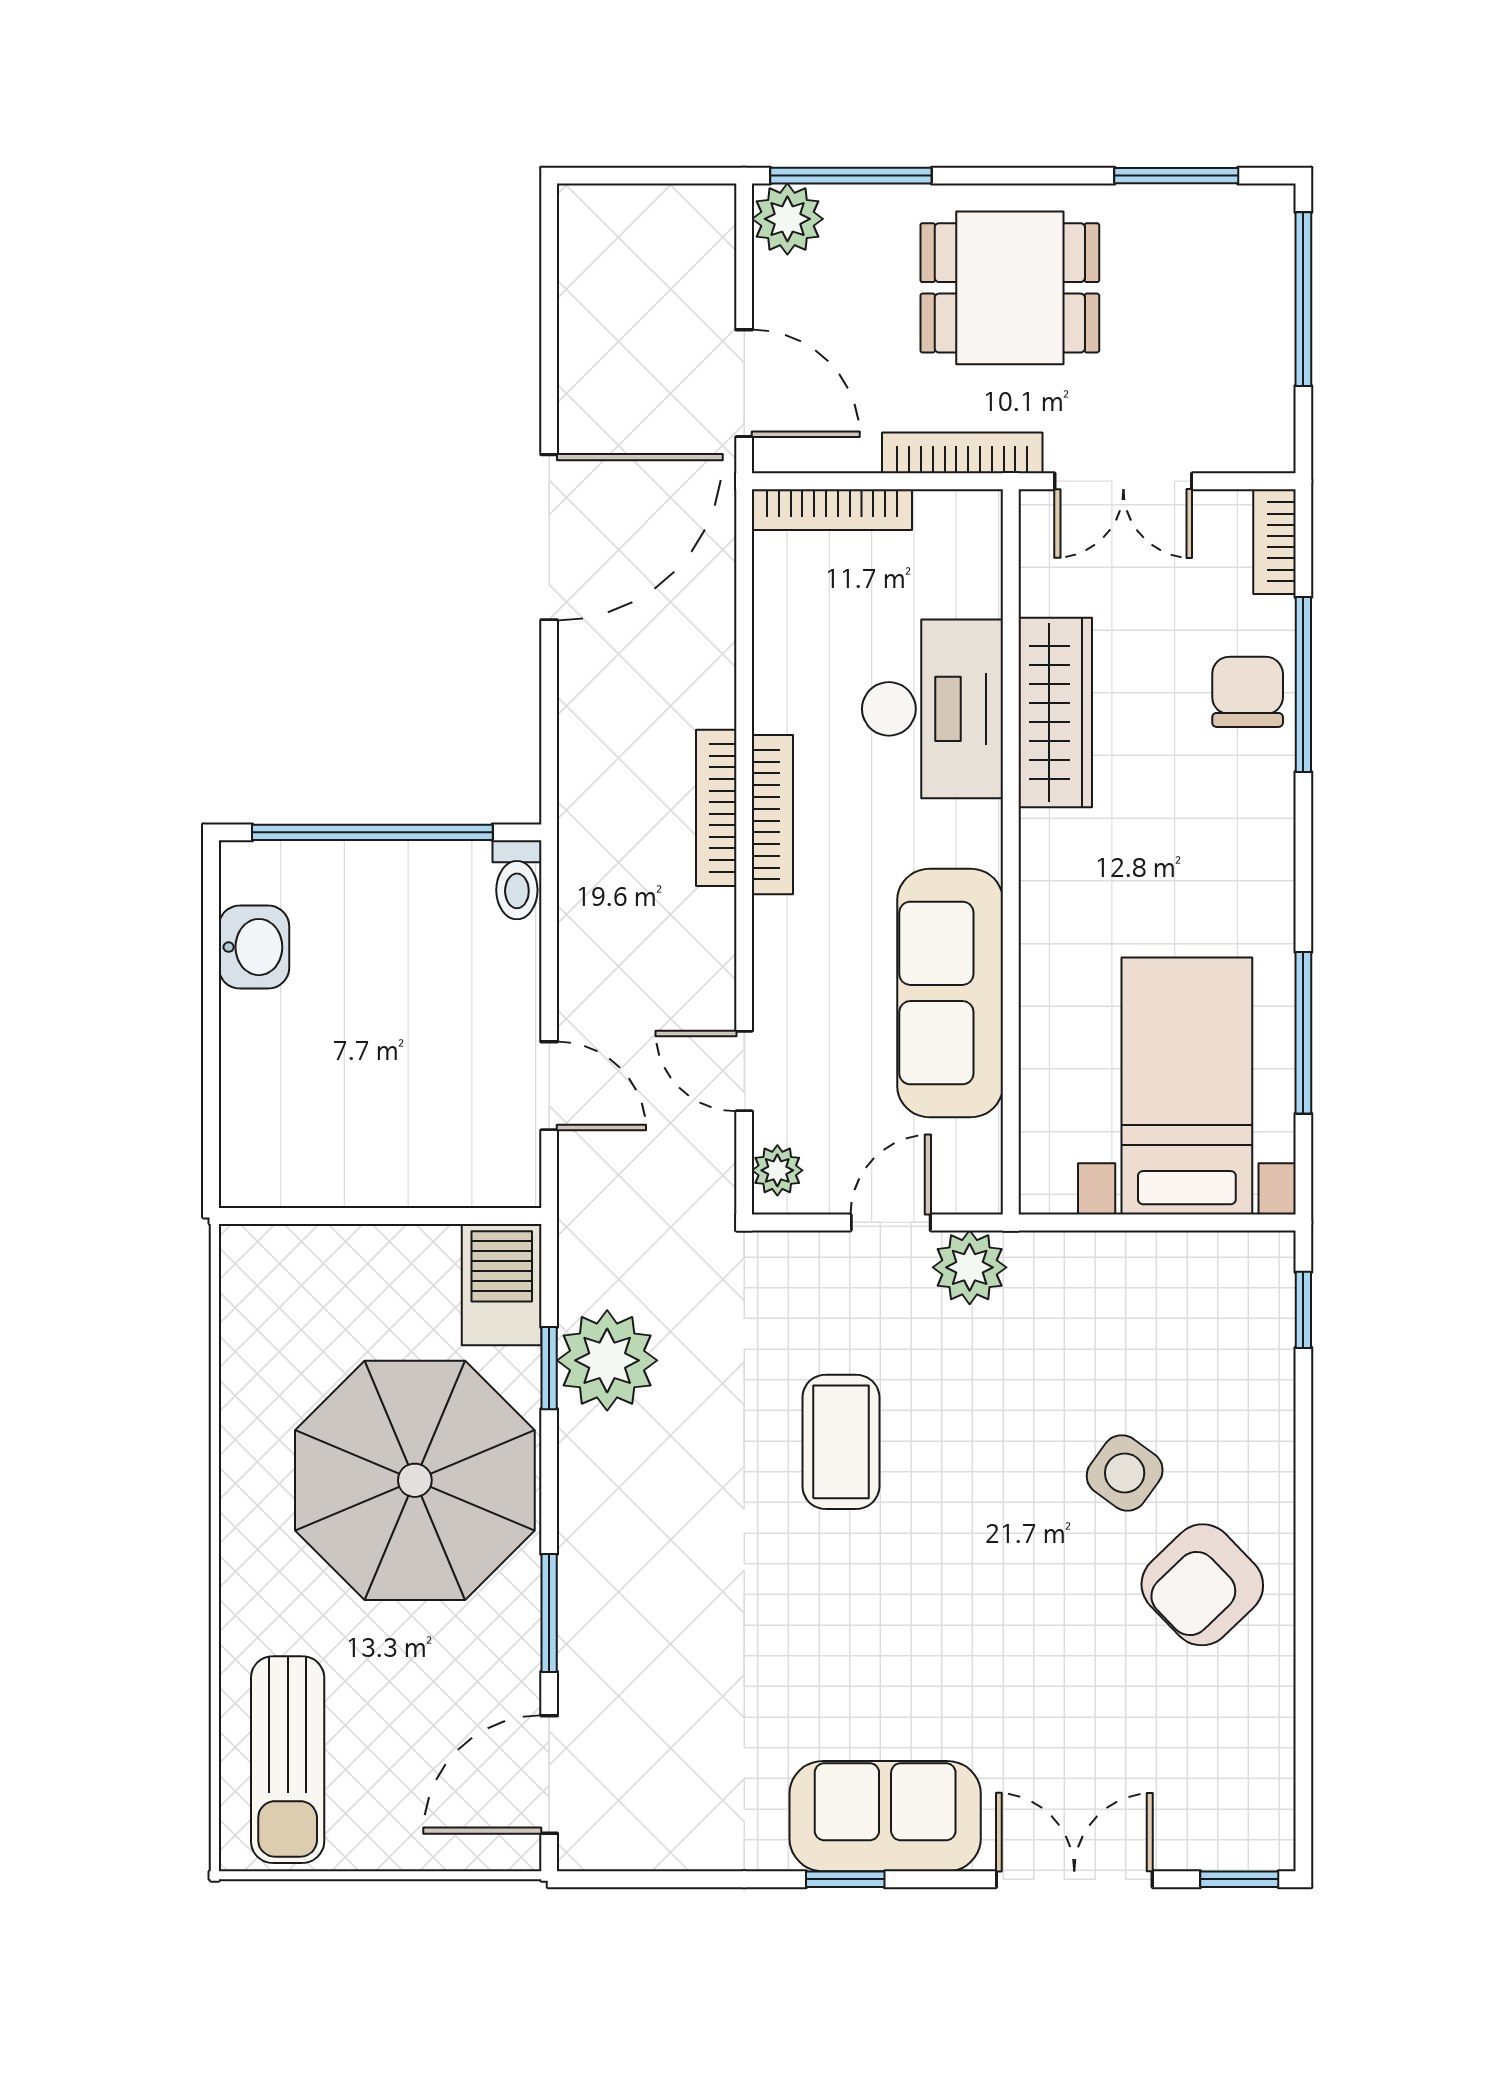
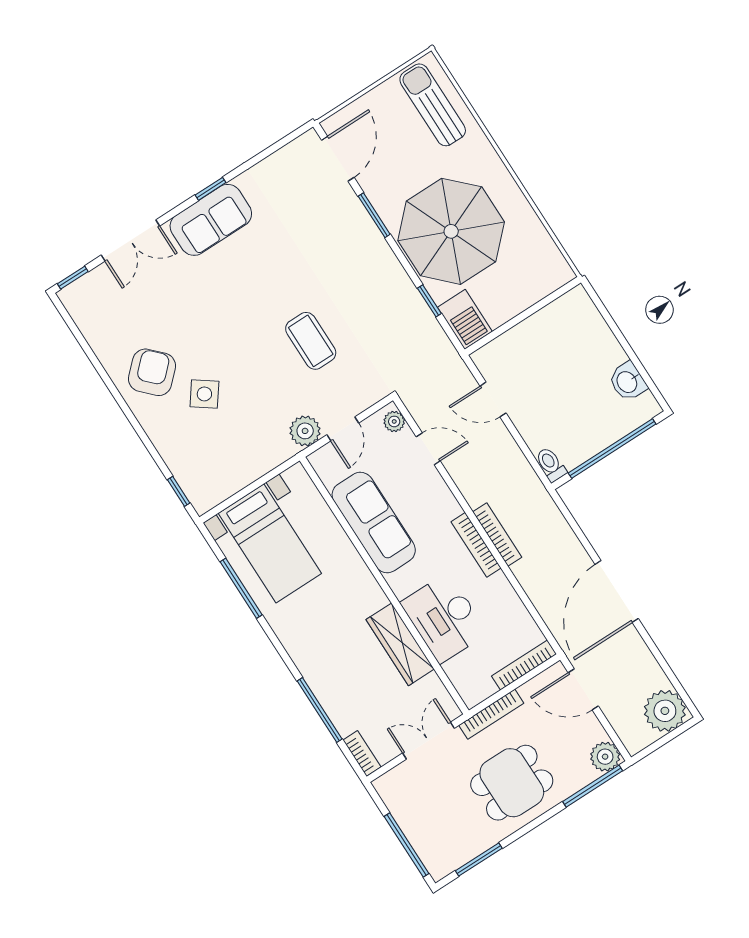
chair: (1248, 692) -> (338, 695), removed
plant: (607, 1360) -> (665, 711), moved

